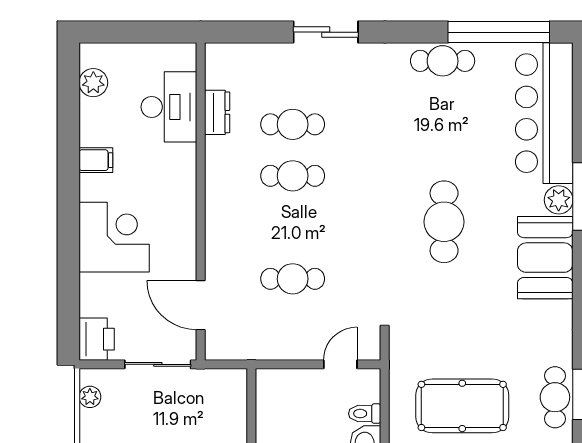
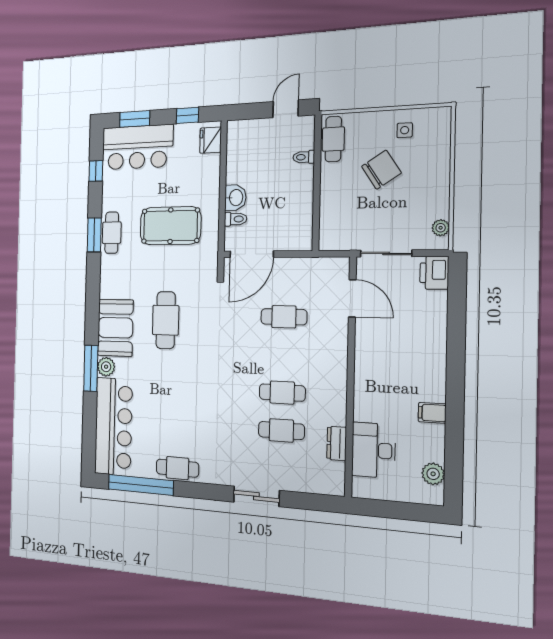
cafe table: (444, 222) -> (166, 320), moved
corner desk: (114, 237) -> (419, 352), removed
door: (340, 364) -> (252, 254), width x1.87

